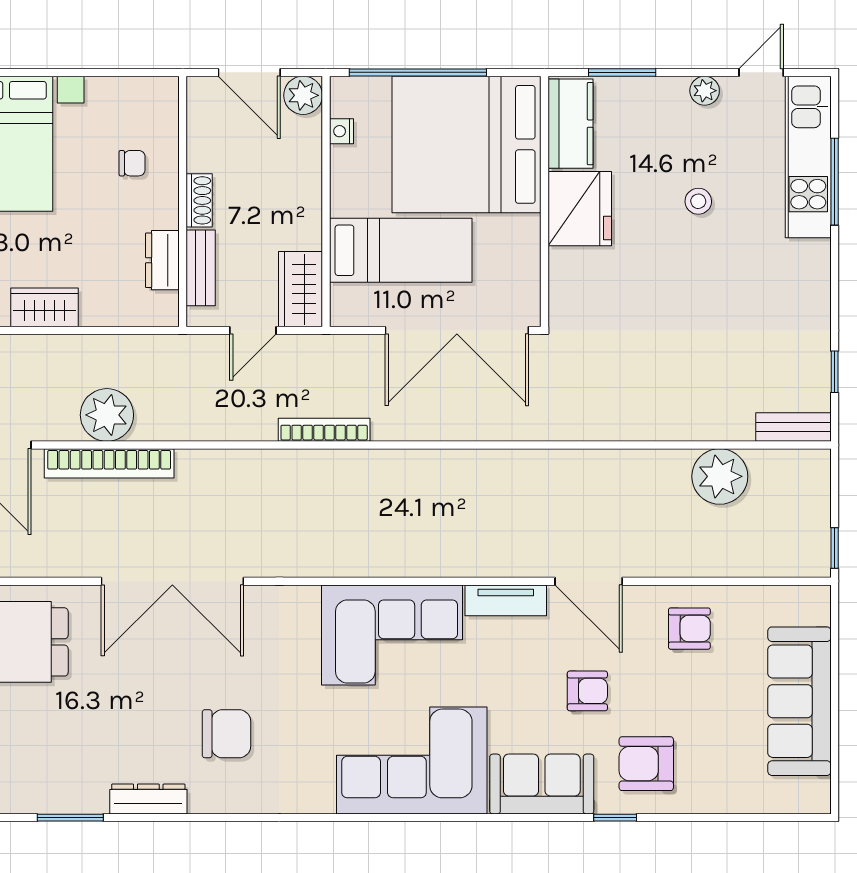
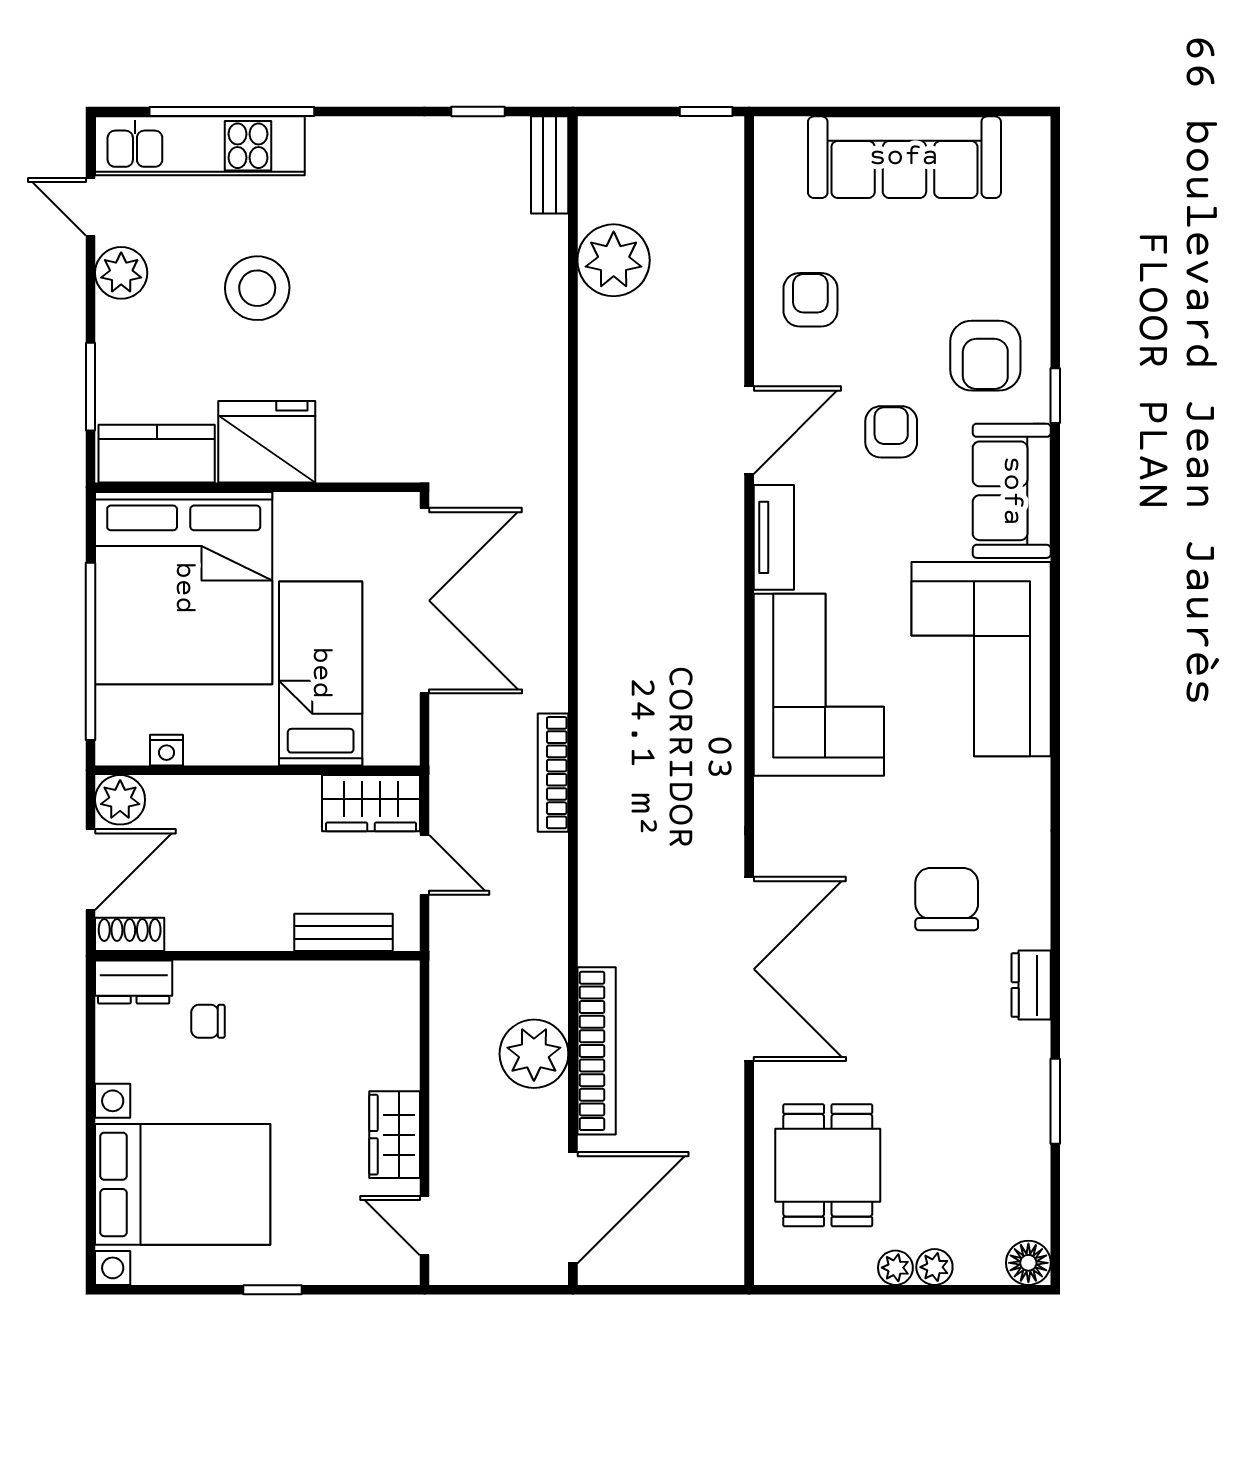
plant: (705, 91) -> (121, 273), width x1.38, depth x1.38
chair: (132, 163) -> (208, 1021), turned -90
window: (835, 182) -> (232, 112), width x1.46
shoe rack: (199, 200) -> (130, 934), moved
stool: (698, 201) -> (257, 288), width x1.89, depth x1.89
dresser: (162, 260) -> (134, 982), moved
dresser: (148, 799) -> (1031, 985), width x0.70

